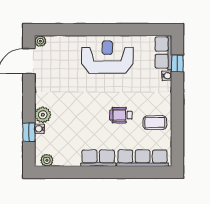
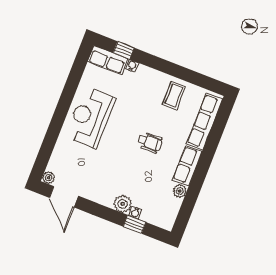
wheelchair: (121, 115) -> (150, 142), moved, turned -90
plant: (47, 160) -> (180, 191), moved

